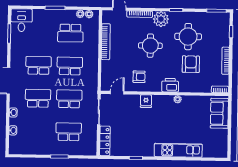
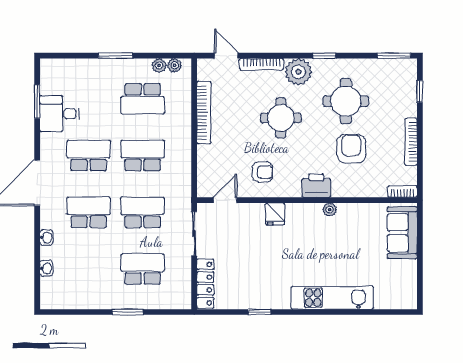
desk: (22, 20) -> (59, 114), moved, turned -90

